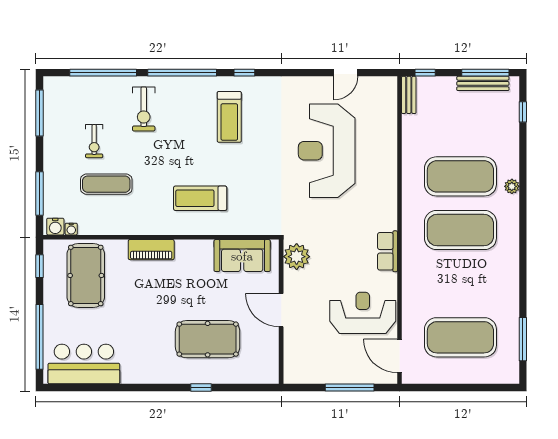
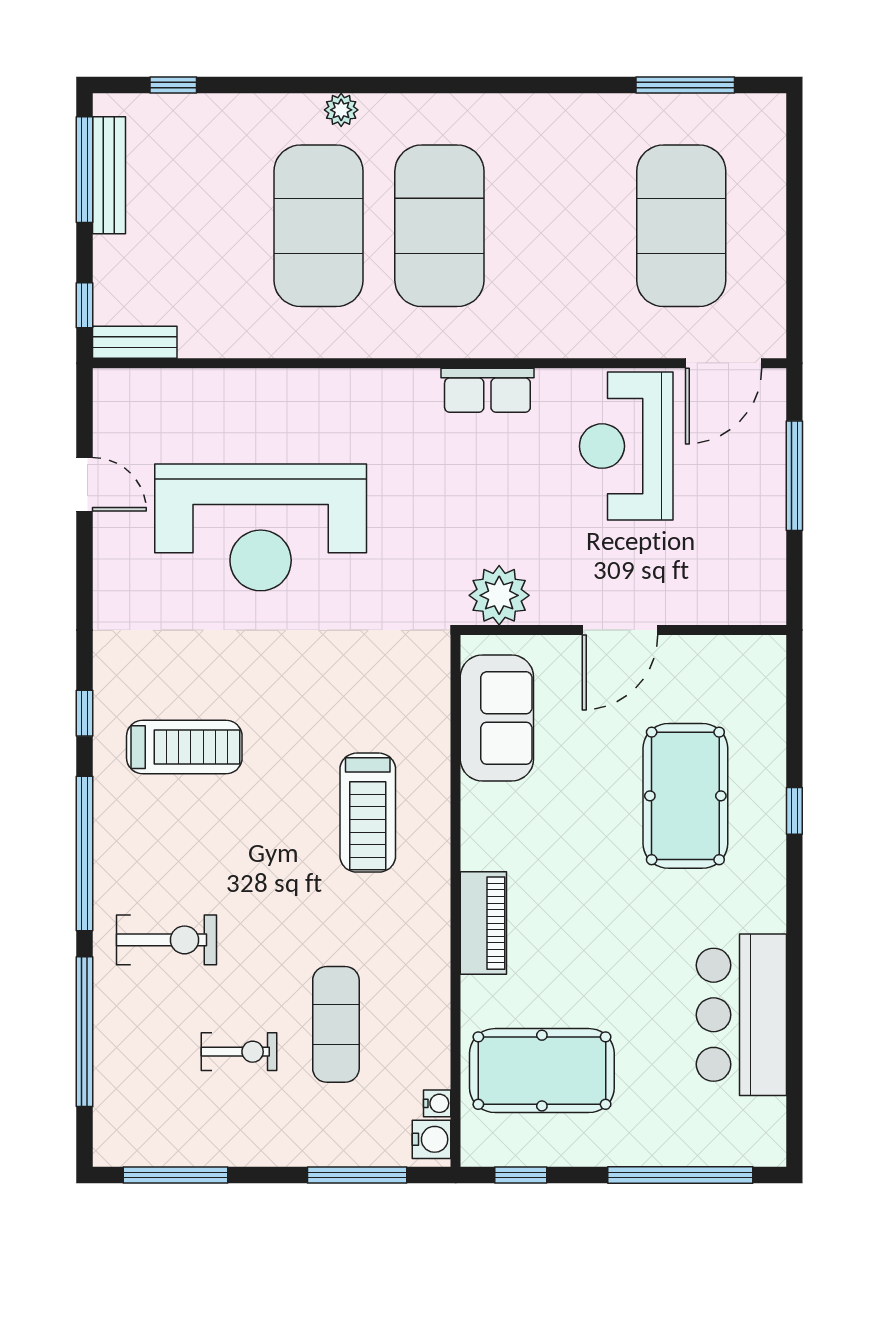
bar counter: (84, 364) -> (741, 1015), moved

